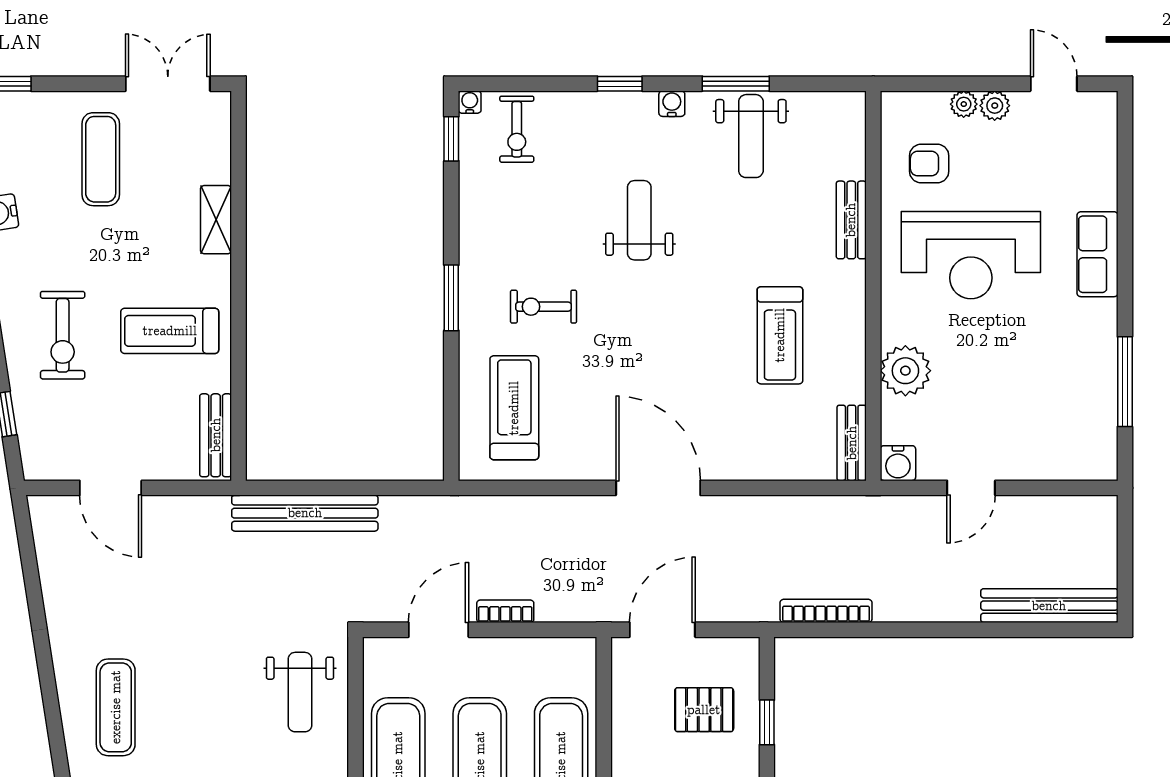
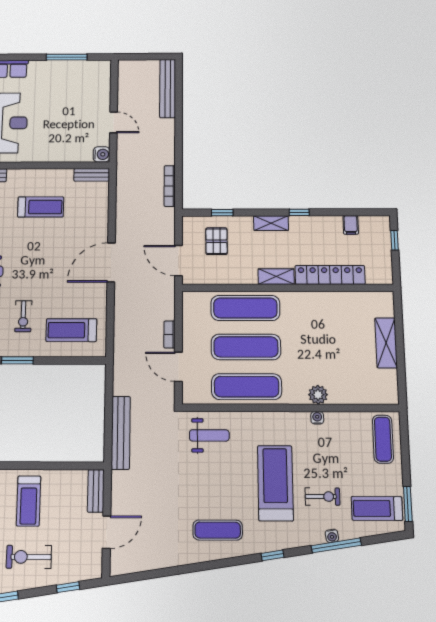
exercise bike: (63, 335) -> (29, 557), turned 180
plant: (905, 371) -> (59, 151), removed
bench: (216, 435) -> (96, 491), moved, turned 90

